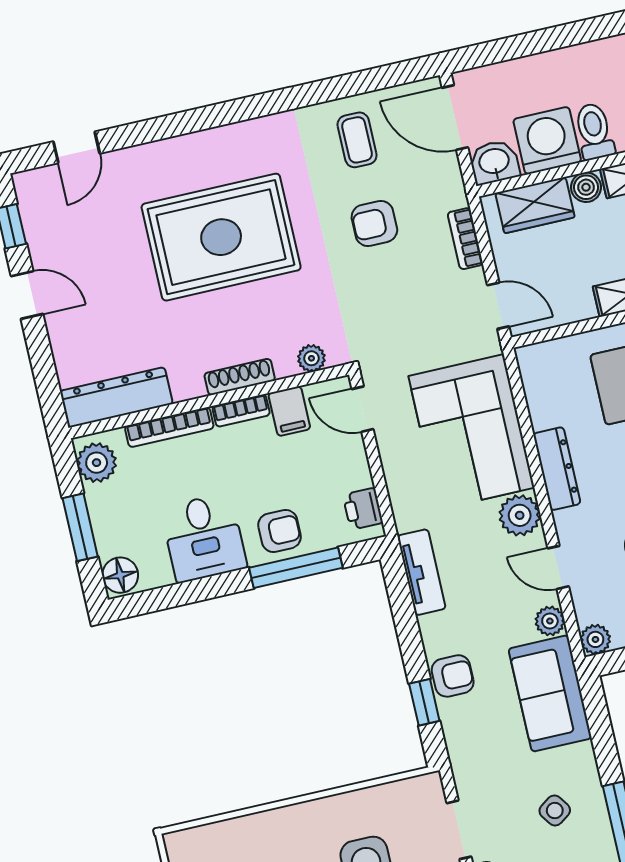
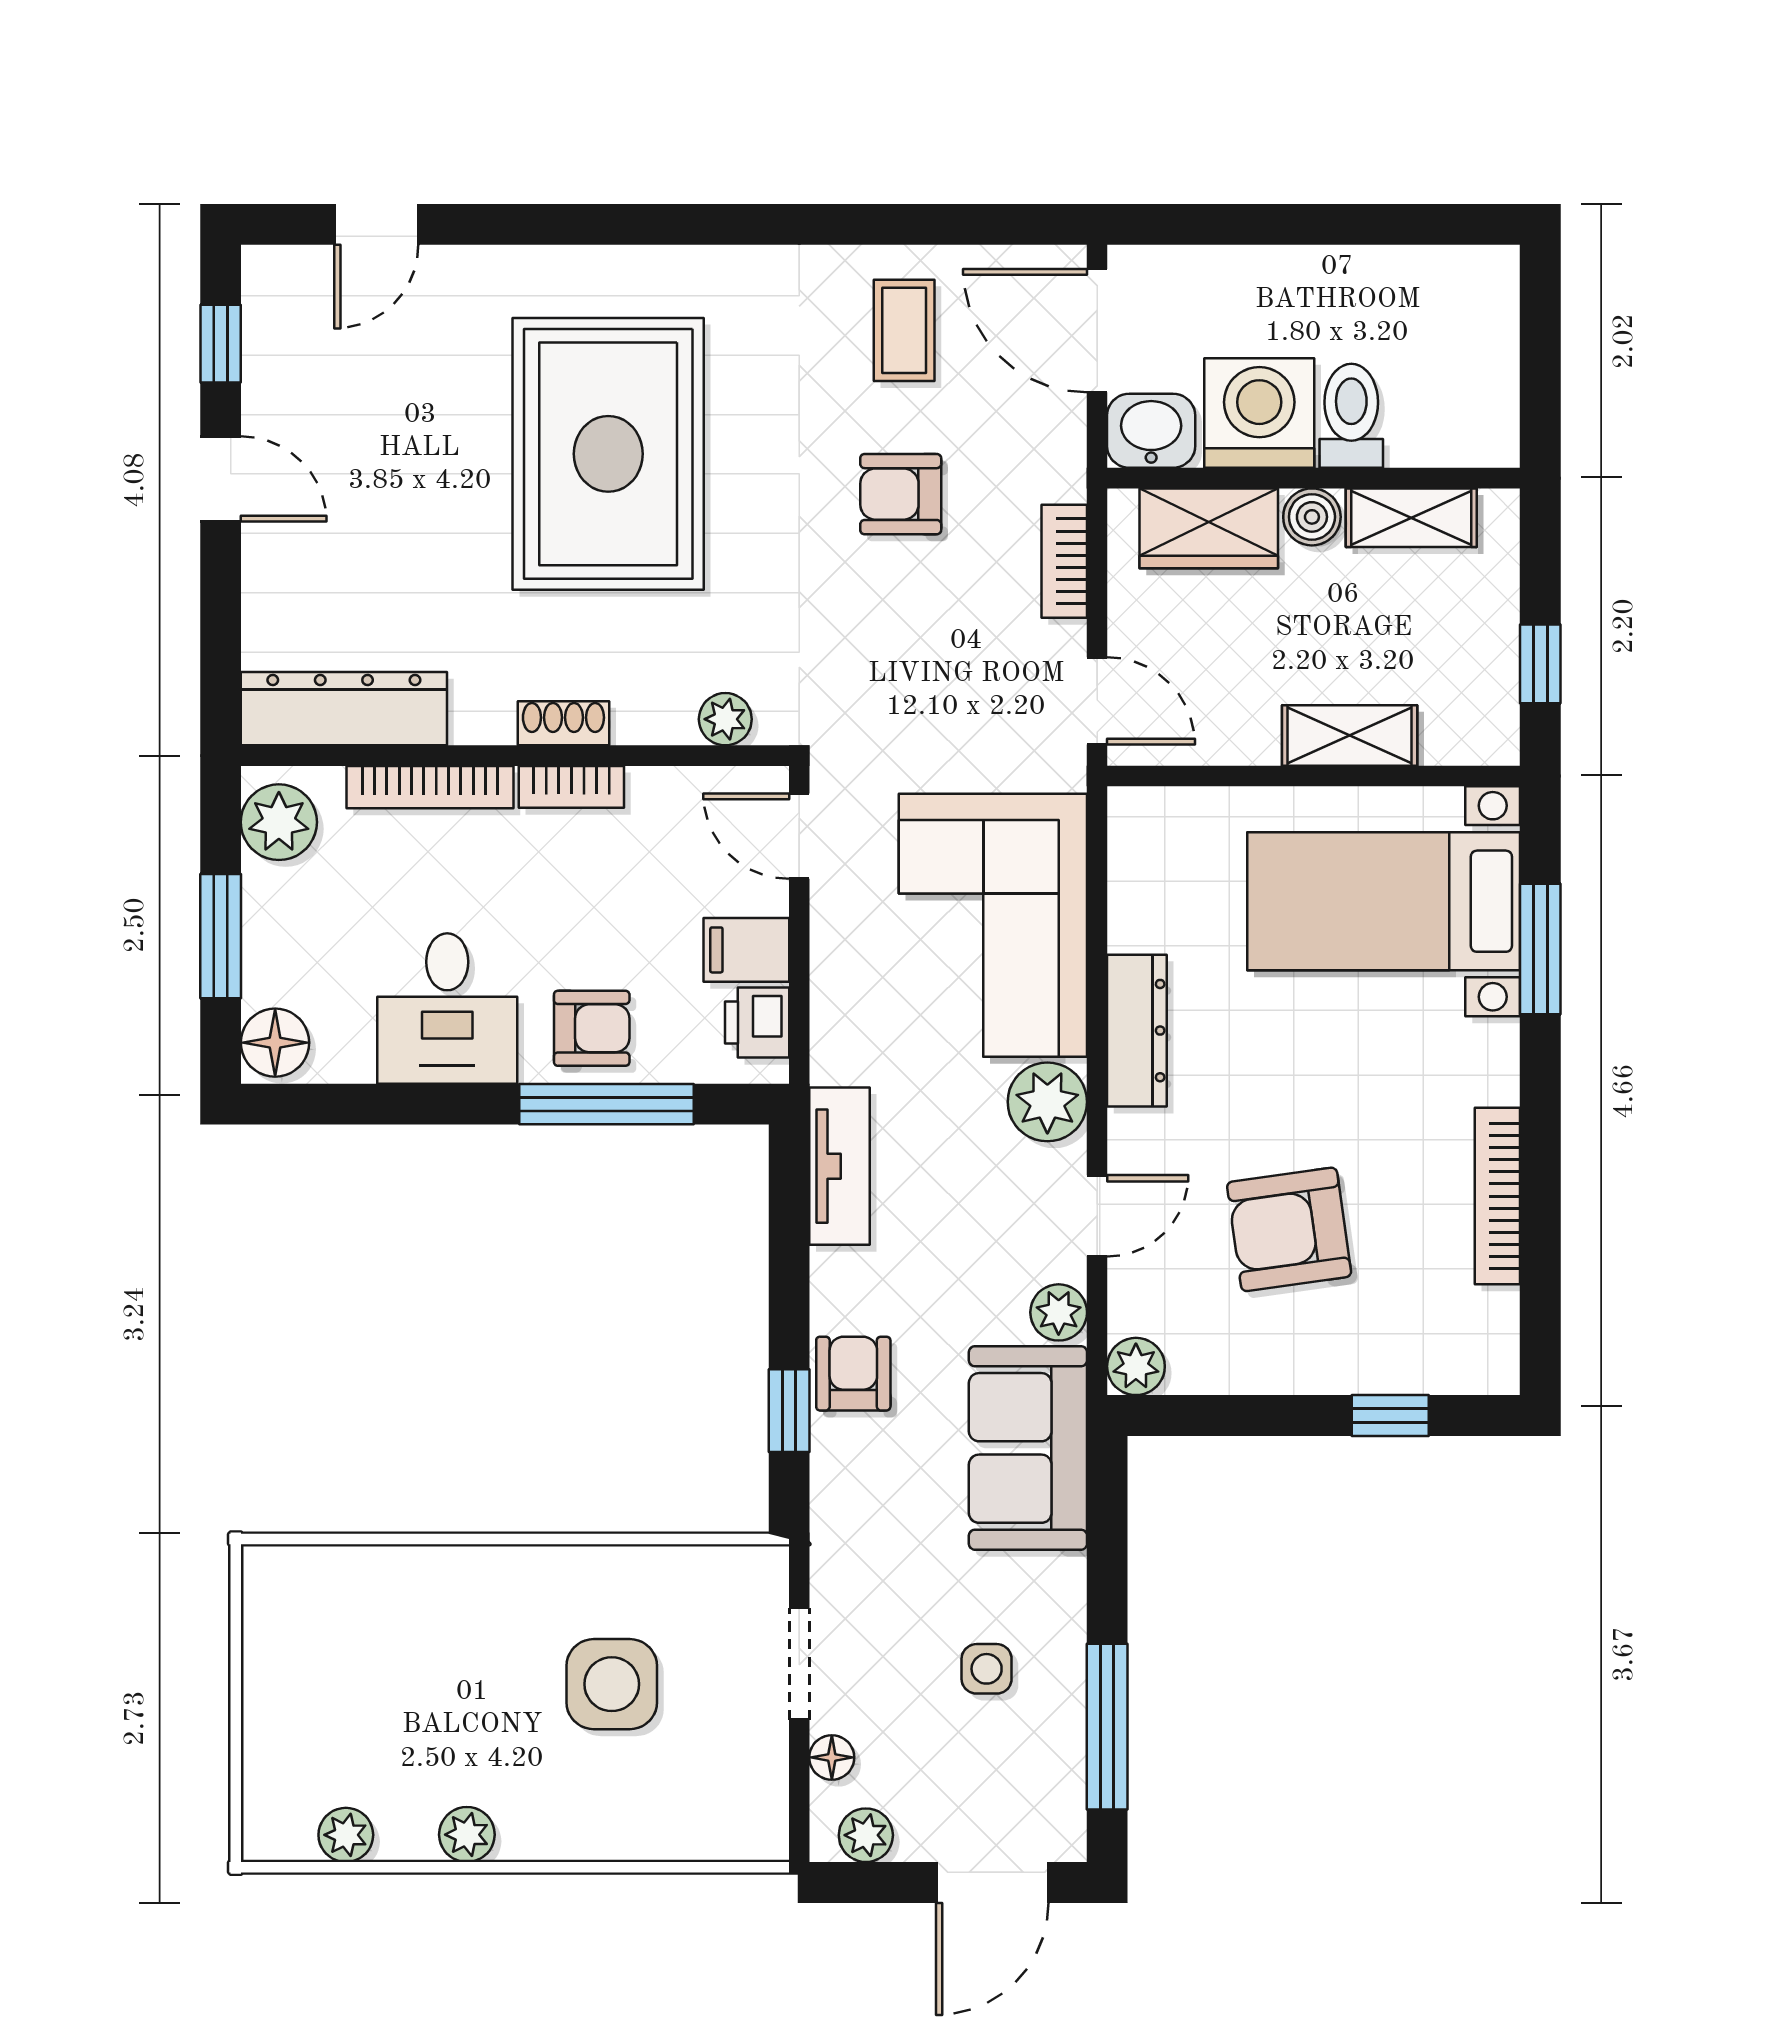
rug: (221, 237) -> (608, 454), turned 90
shoe rack: (240, 377) -> (563, 723), width x0.70
filing cabinet: (289, 411) -> (746, 950), moved, turned 90
door: (558, 567) -> (1097, 1216), swing flipped
armchair: (453, 676) -> (853, 1374), turned -90
side table: (555, 811) -> (987, 1669), turned 35

